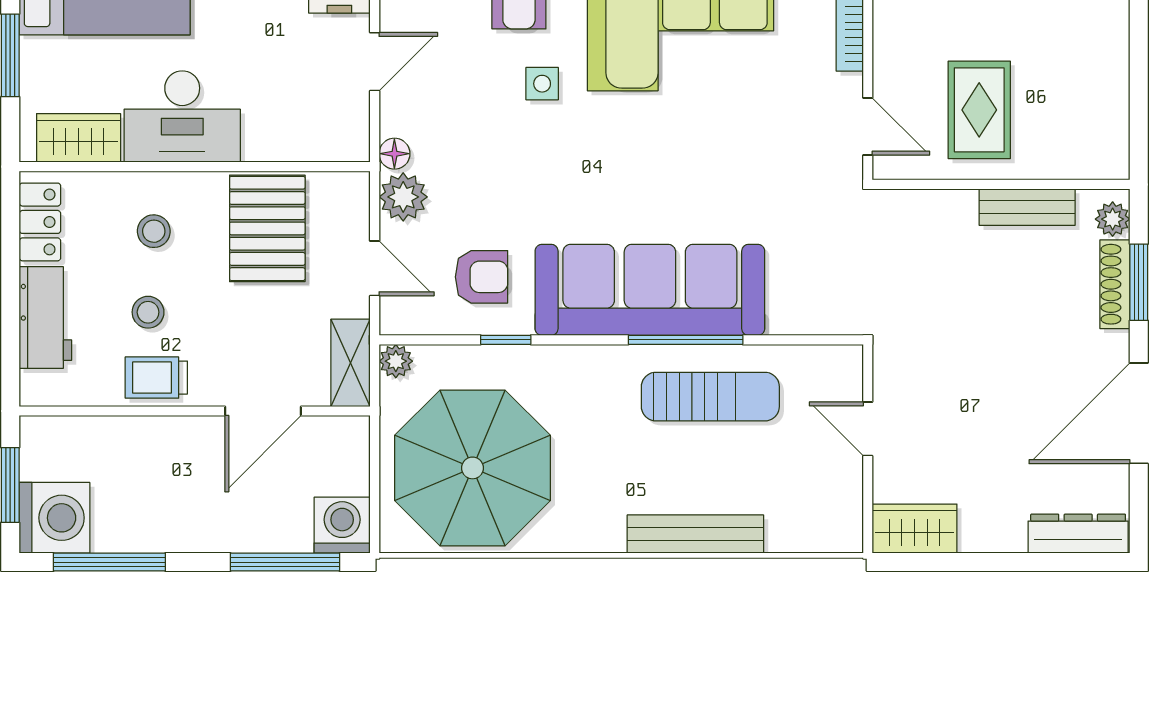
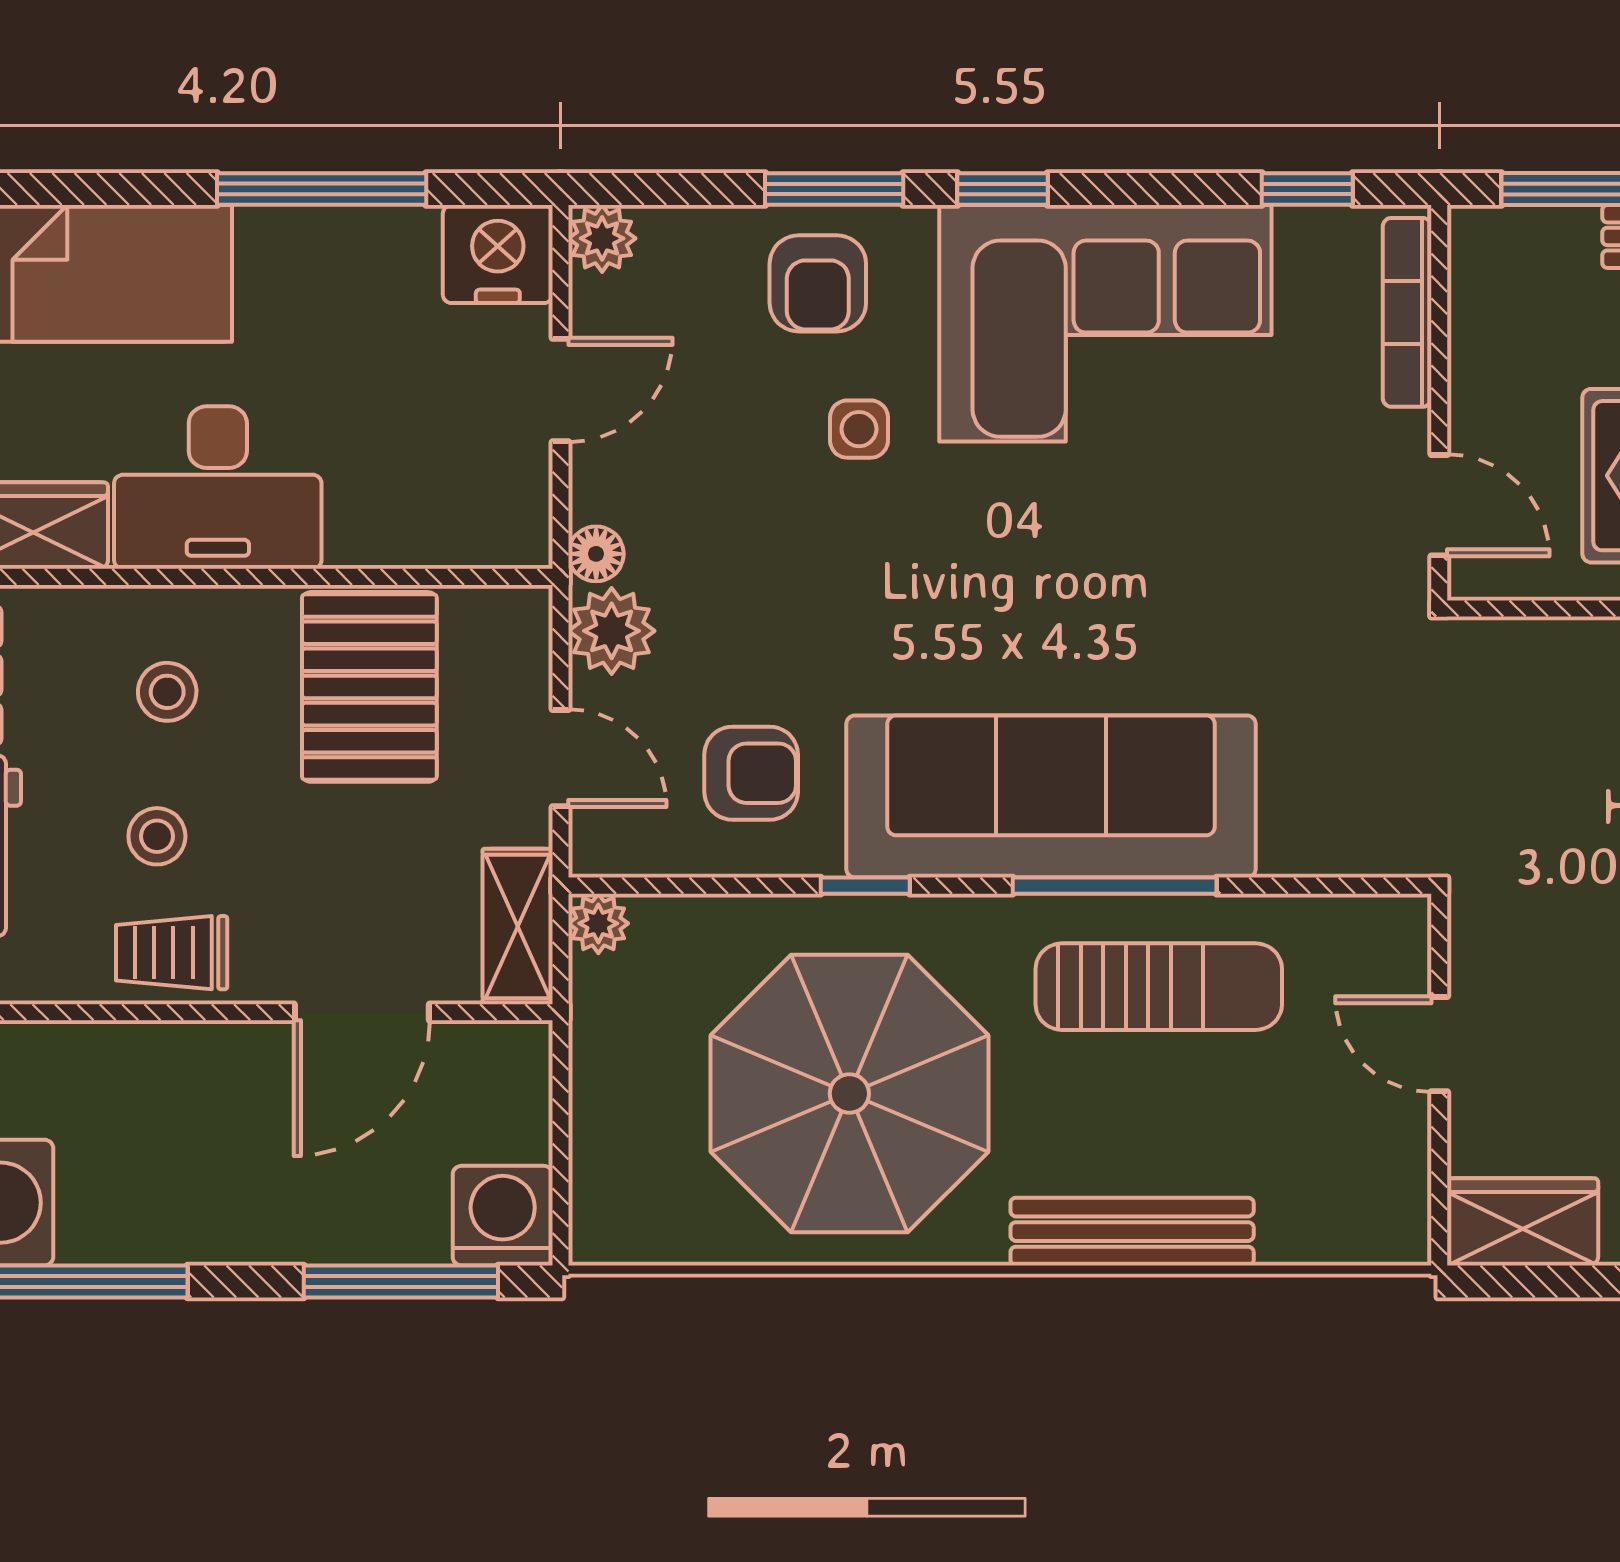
window: (506, 340) -> (865, 886), moved
parasol: (473, 468) -> (849, 1094), moved

